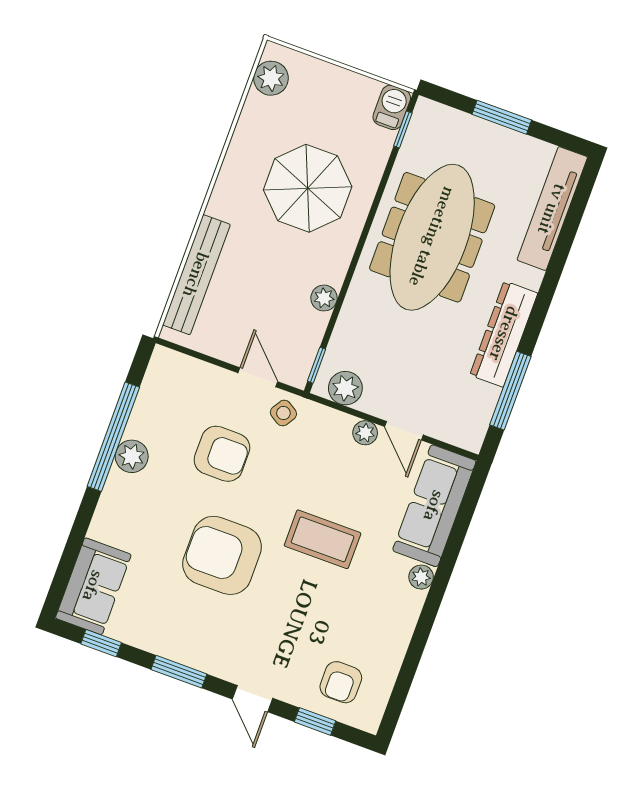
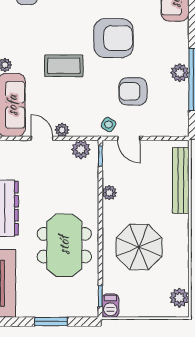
meeting table: (432, 237) -> (64, 245), width x0.73

